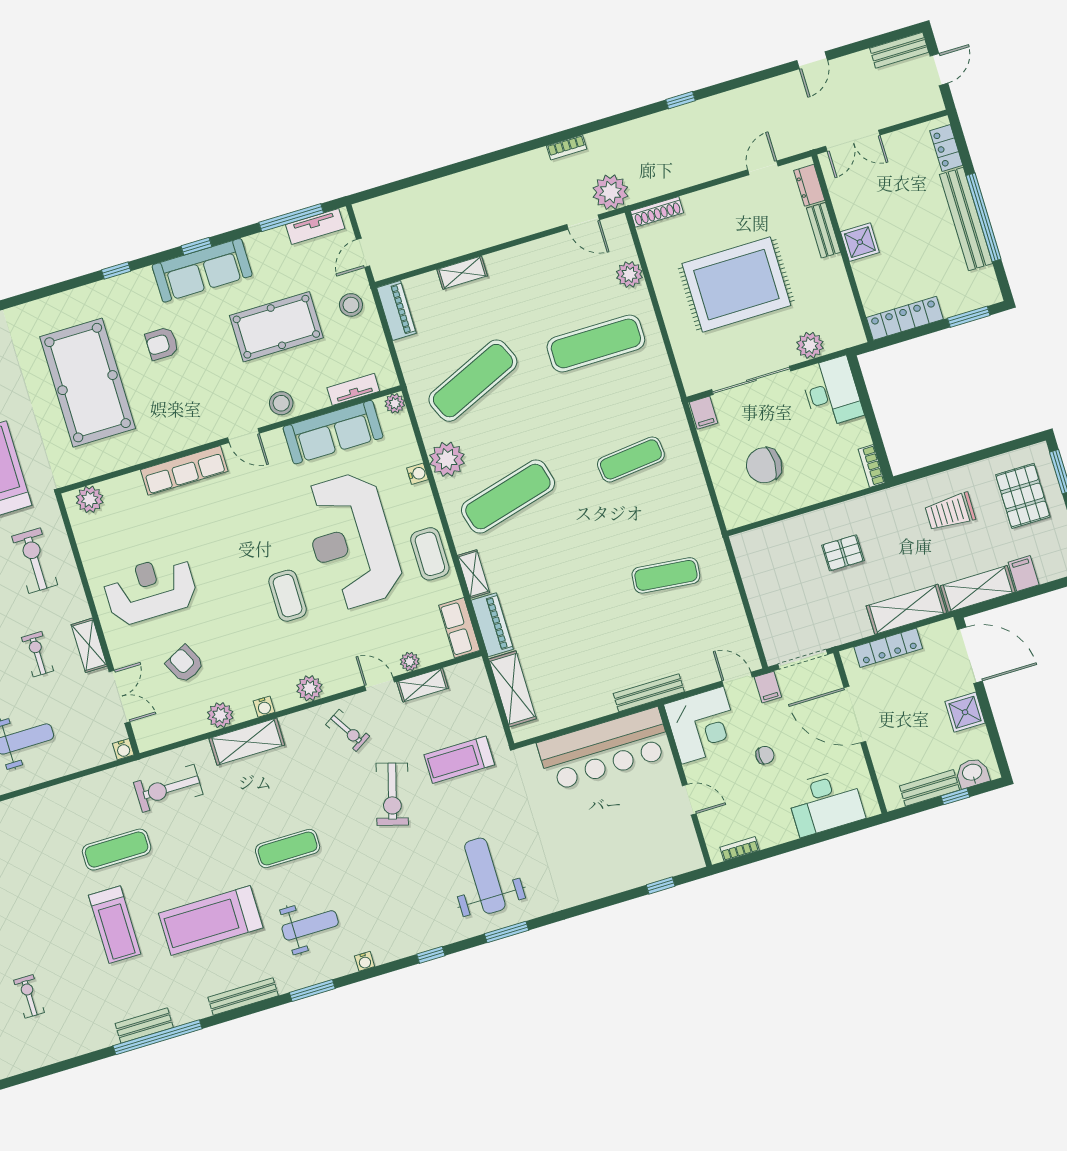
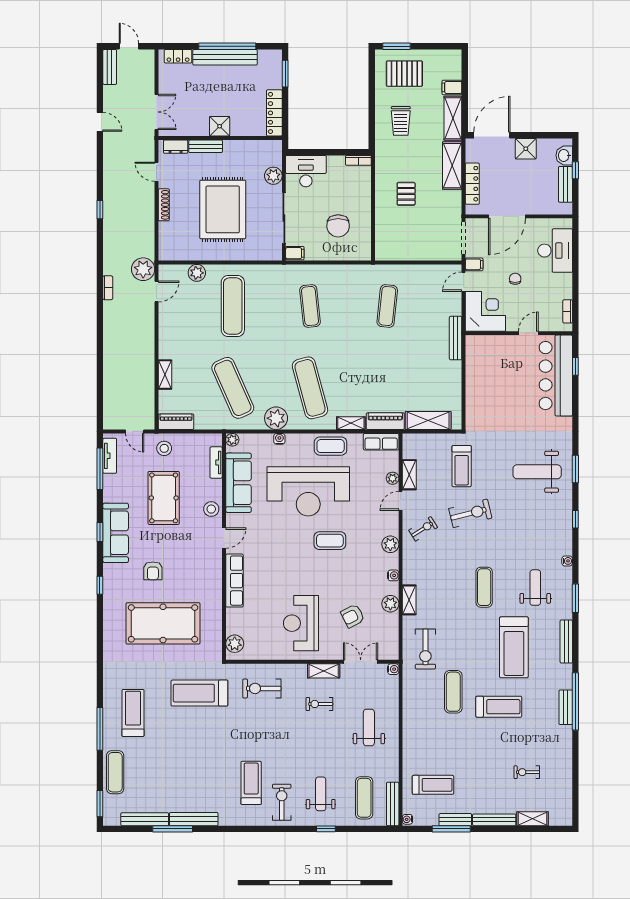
shoe rack: (657, 212) -> (164, 205), moved
shelving: (247, 742) -> (409, 600), width x0.67, depth x0.75
bar counter: (604, 749) -> (556, 376), moved, turned 180
exercise bike: (392, 794) -> (470, 513), turned -30

